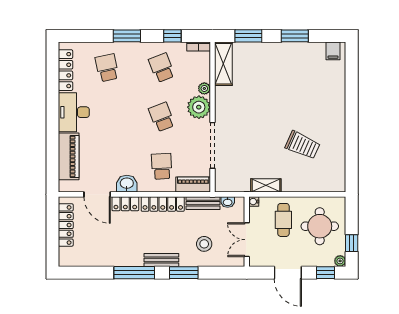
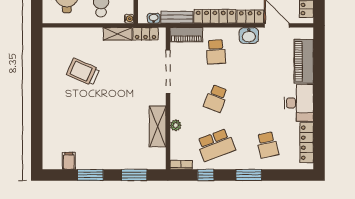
filing cabinet: (333, 51) -> (69, 161), moved
shelving: (223, 64) -> (158, 126), moved
school desk: (162, 68) -> (216, 145), width x1.85
plant: (199, 107) -> (181, 108), removed
school desk: (162, 117) -> (216, 98), turned 42
locker: (236, 185) -> (146, 34), added

